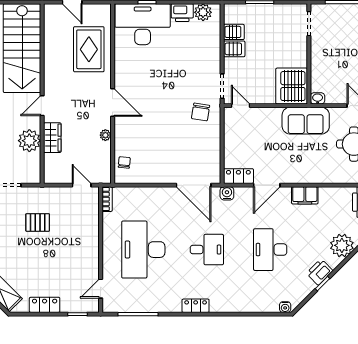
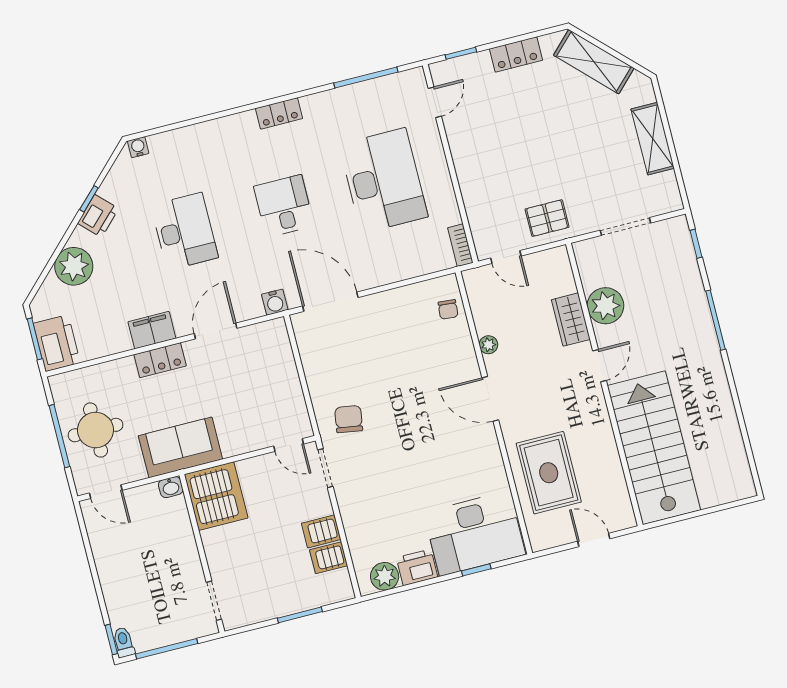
locker: (238, 176) -> (160, 360), moved
pallet: (38, 222) -> (547, 218), moved
desk: (207, 250) -> (284, 206), turned 90

